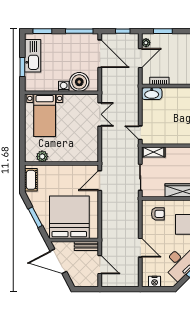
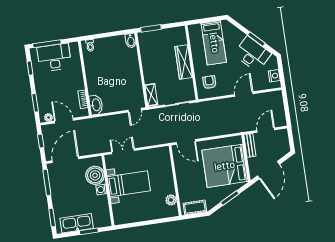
bed with nightstands: (45, 115) -> (129, 184), moved

